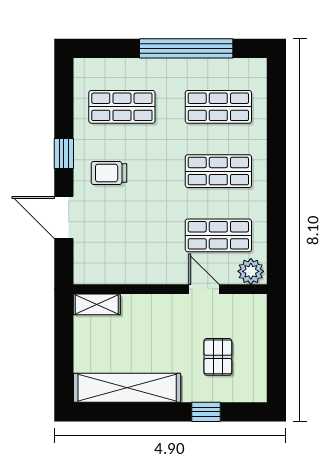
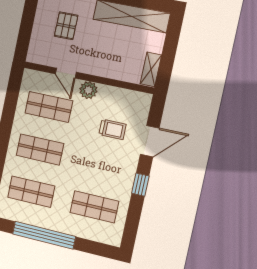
trolley: (109, 173) -> (112, 129), moved
door: (64, 218) -> (150, 141), hinge flipped
plant: (251, 271) -> (88, 90), moved
shelving: (97, 304) -> (151, 69), moved, turned 90

